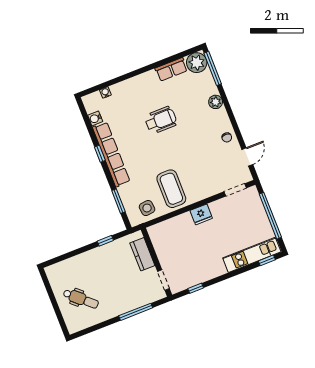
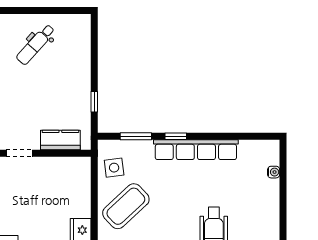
water cooler: (95, 118) -> (247, 147), removed
window: (100, 154) -> (176, 136), moved
coffee table: (171, 189) -> (126, 206), turned -43

